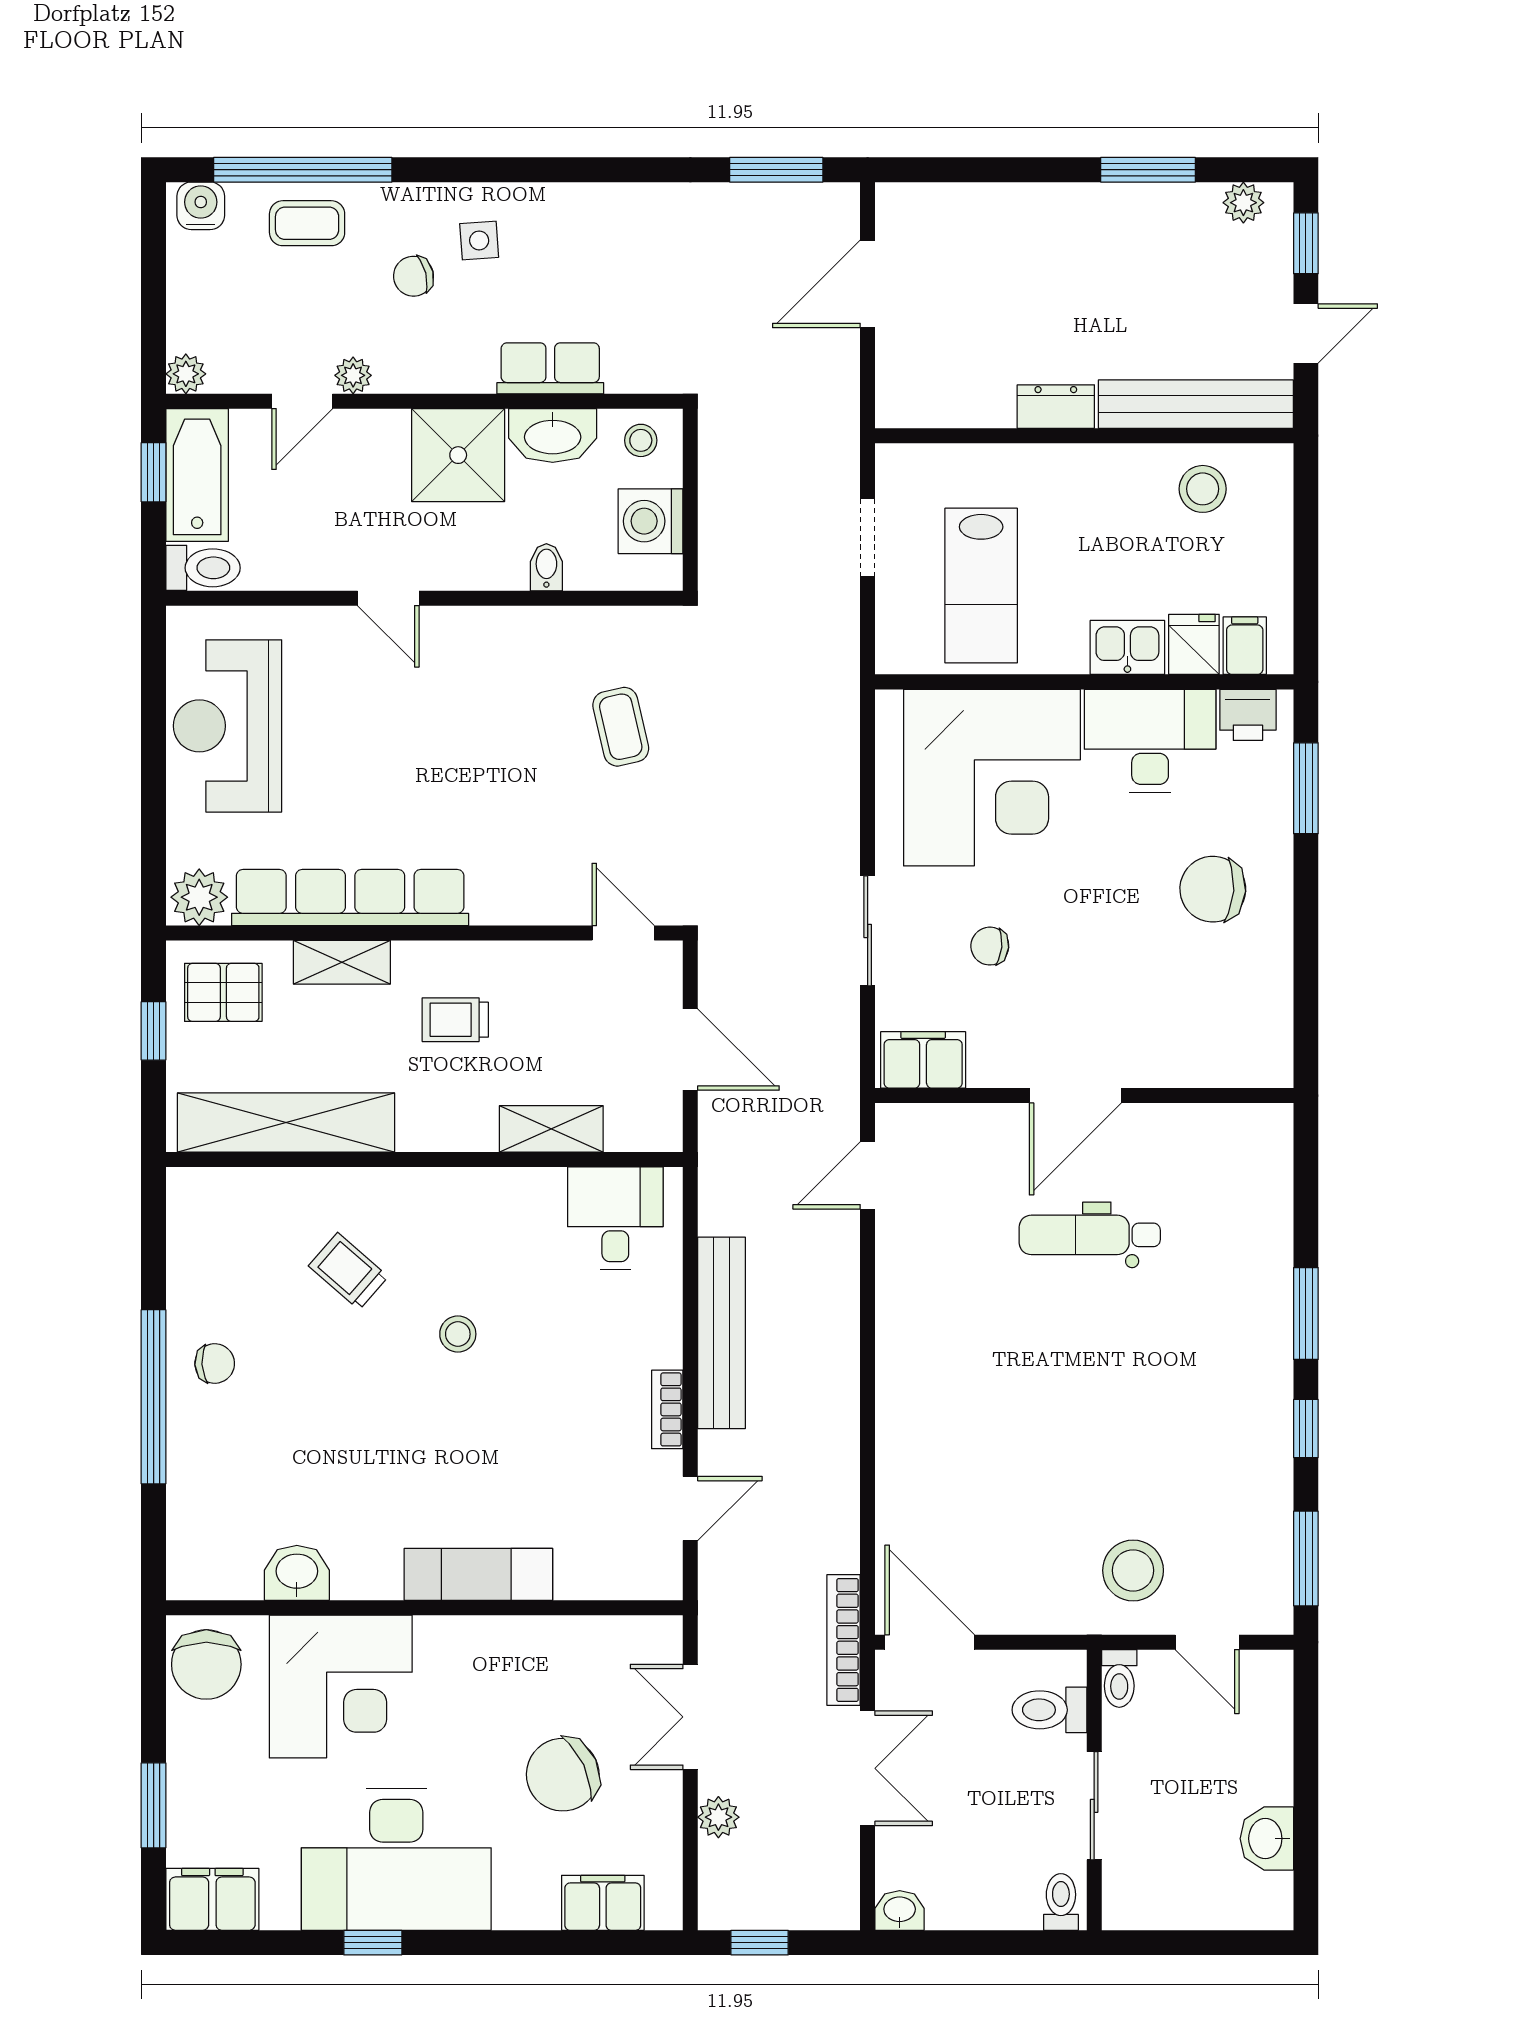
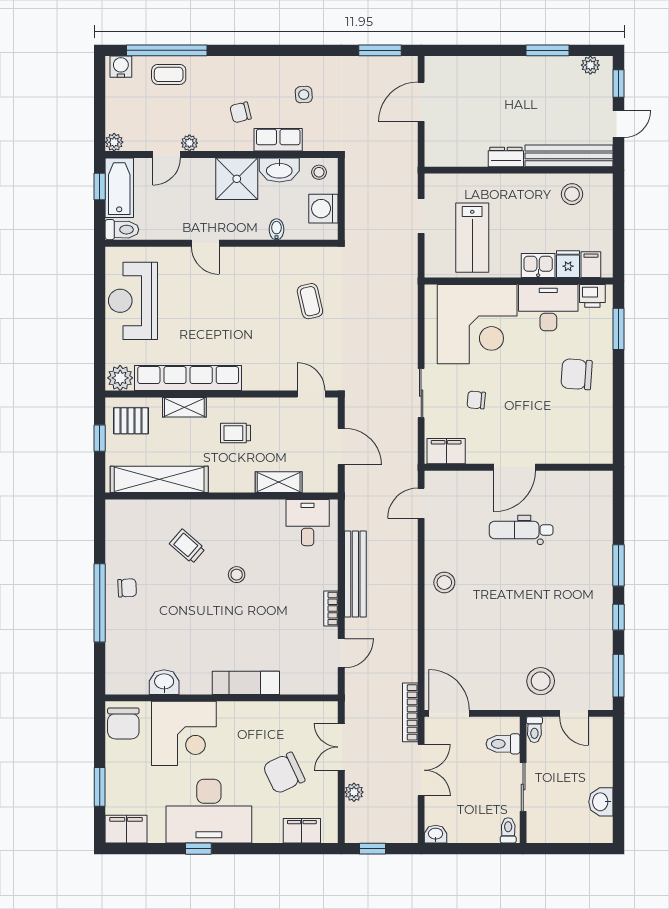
side table: (479, 240) -> (304, 95), moved
chair: (413, 276) -> (241, 112), moved
stool: (919, 1352) -> (444, 583), added

